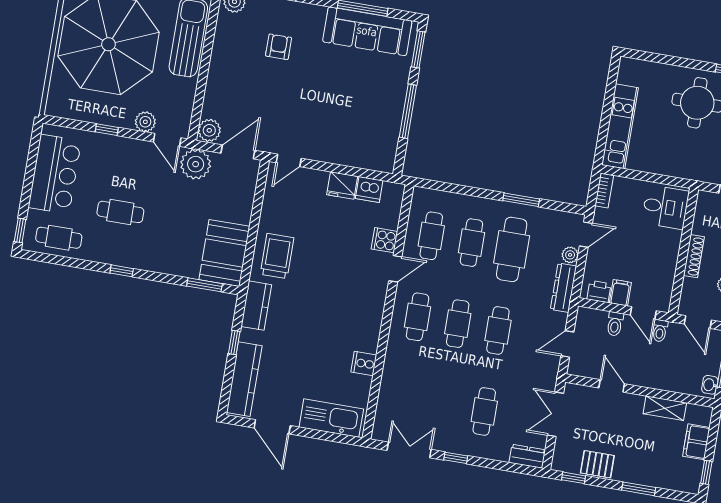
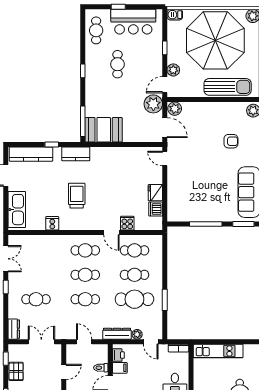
barbecue: (55, 104) -> (175, 15), added
window: (20, 230) -> (118, 7), moved
trolley: (277, 256) -> (77, 196), moved, turned -90
window: (205, 285) -> (83, 121), width x1.44

